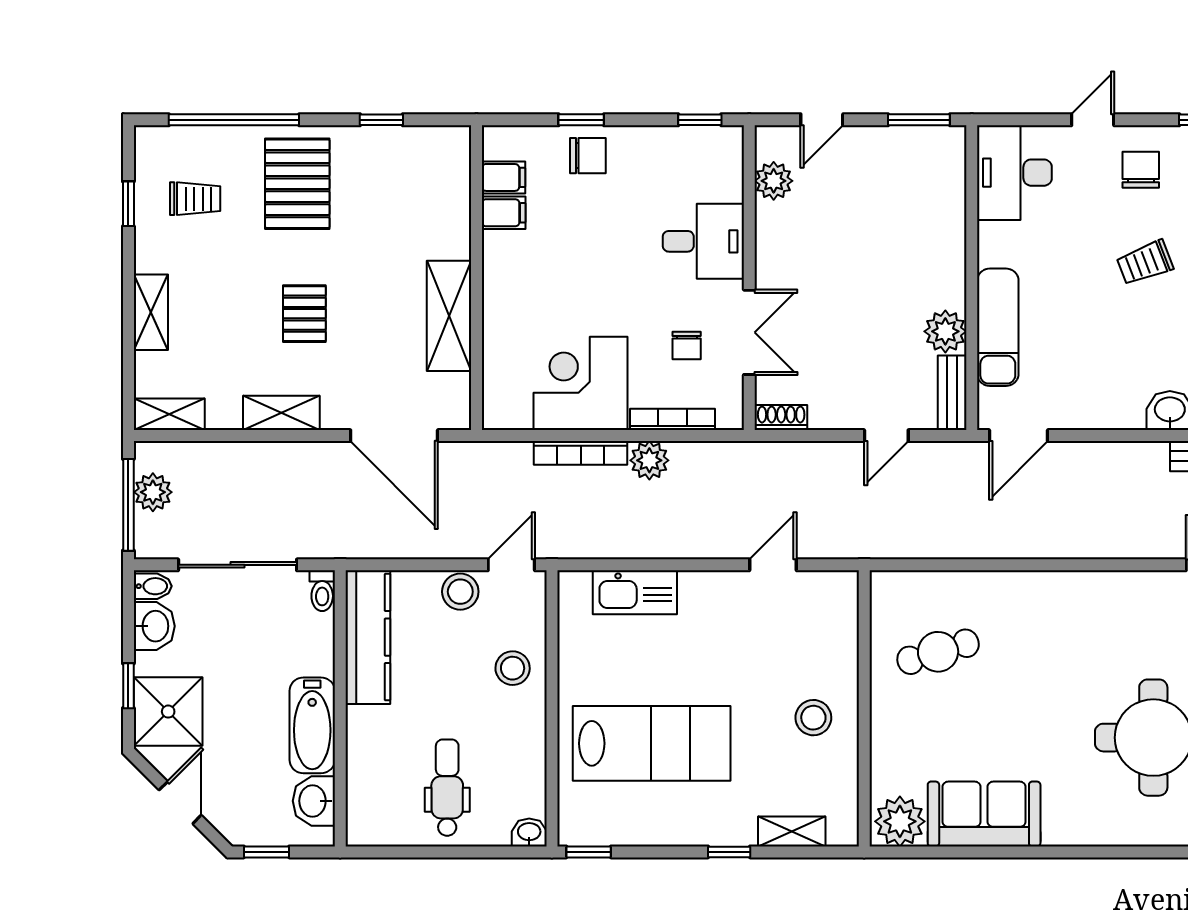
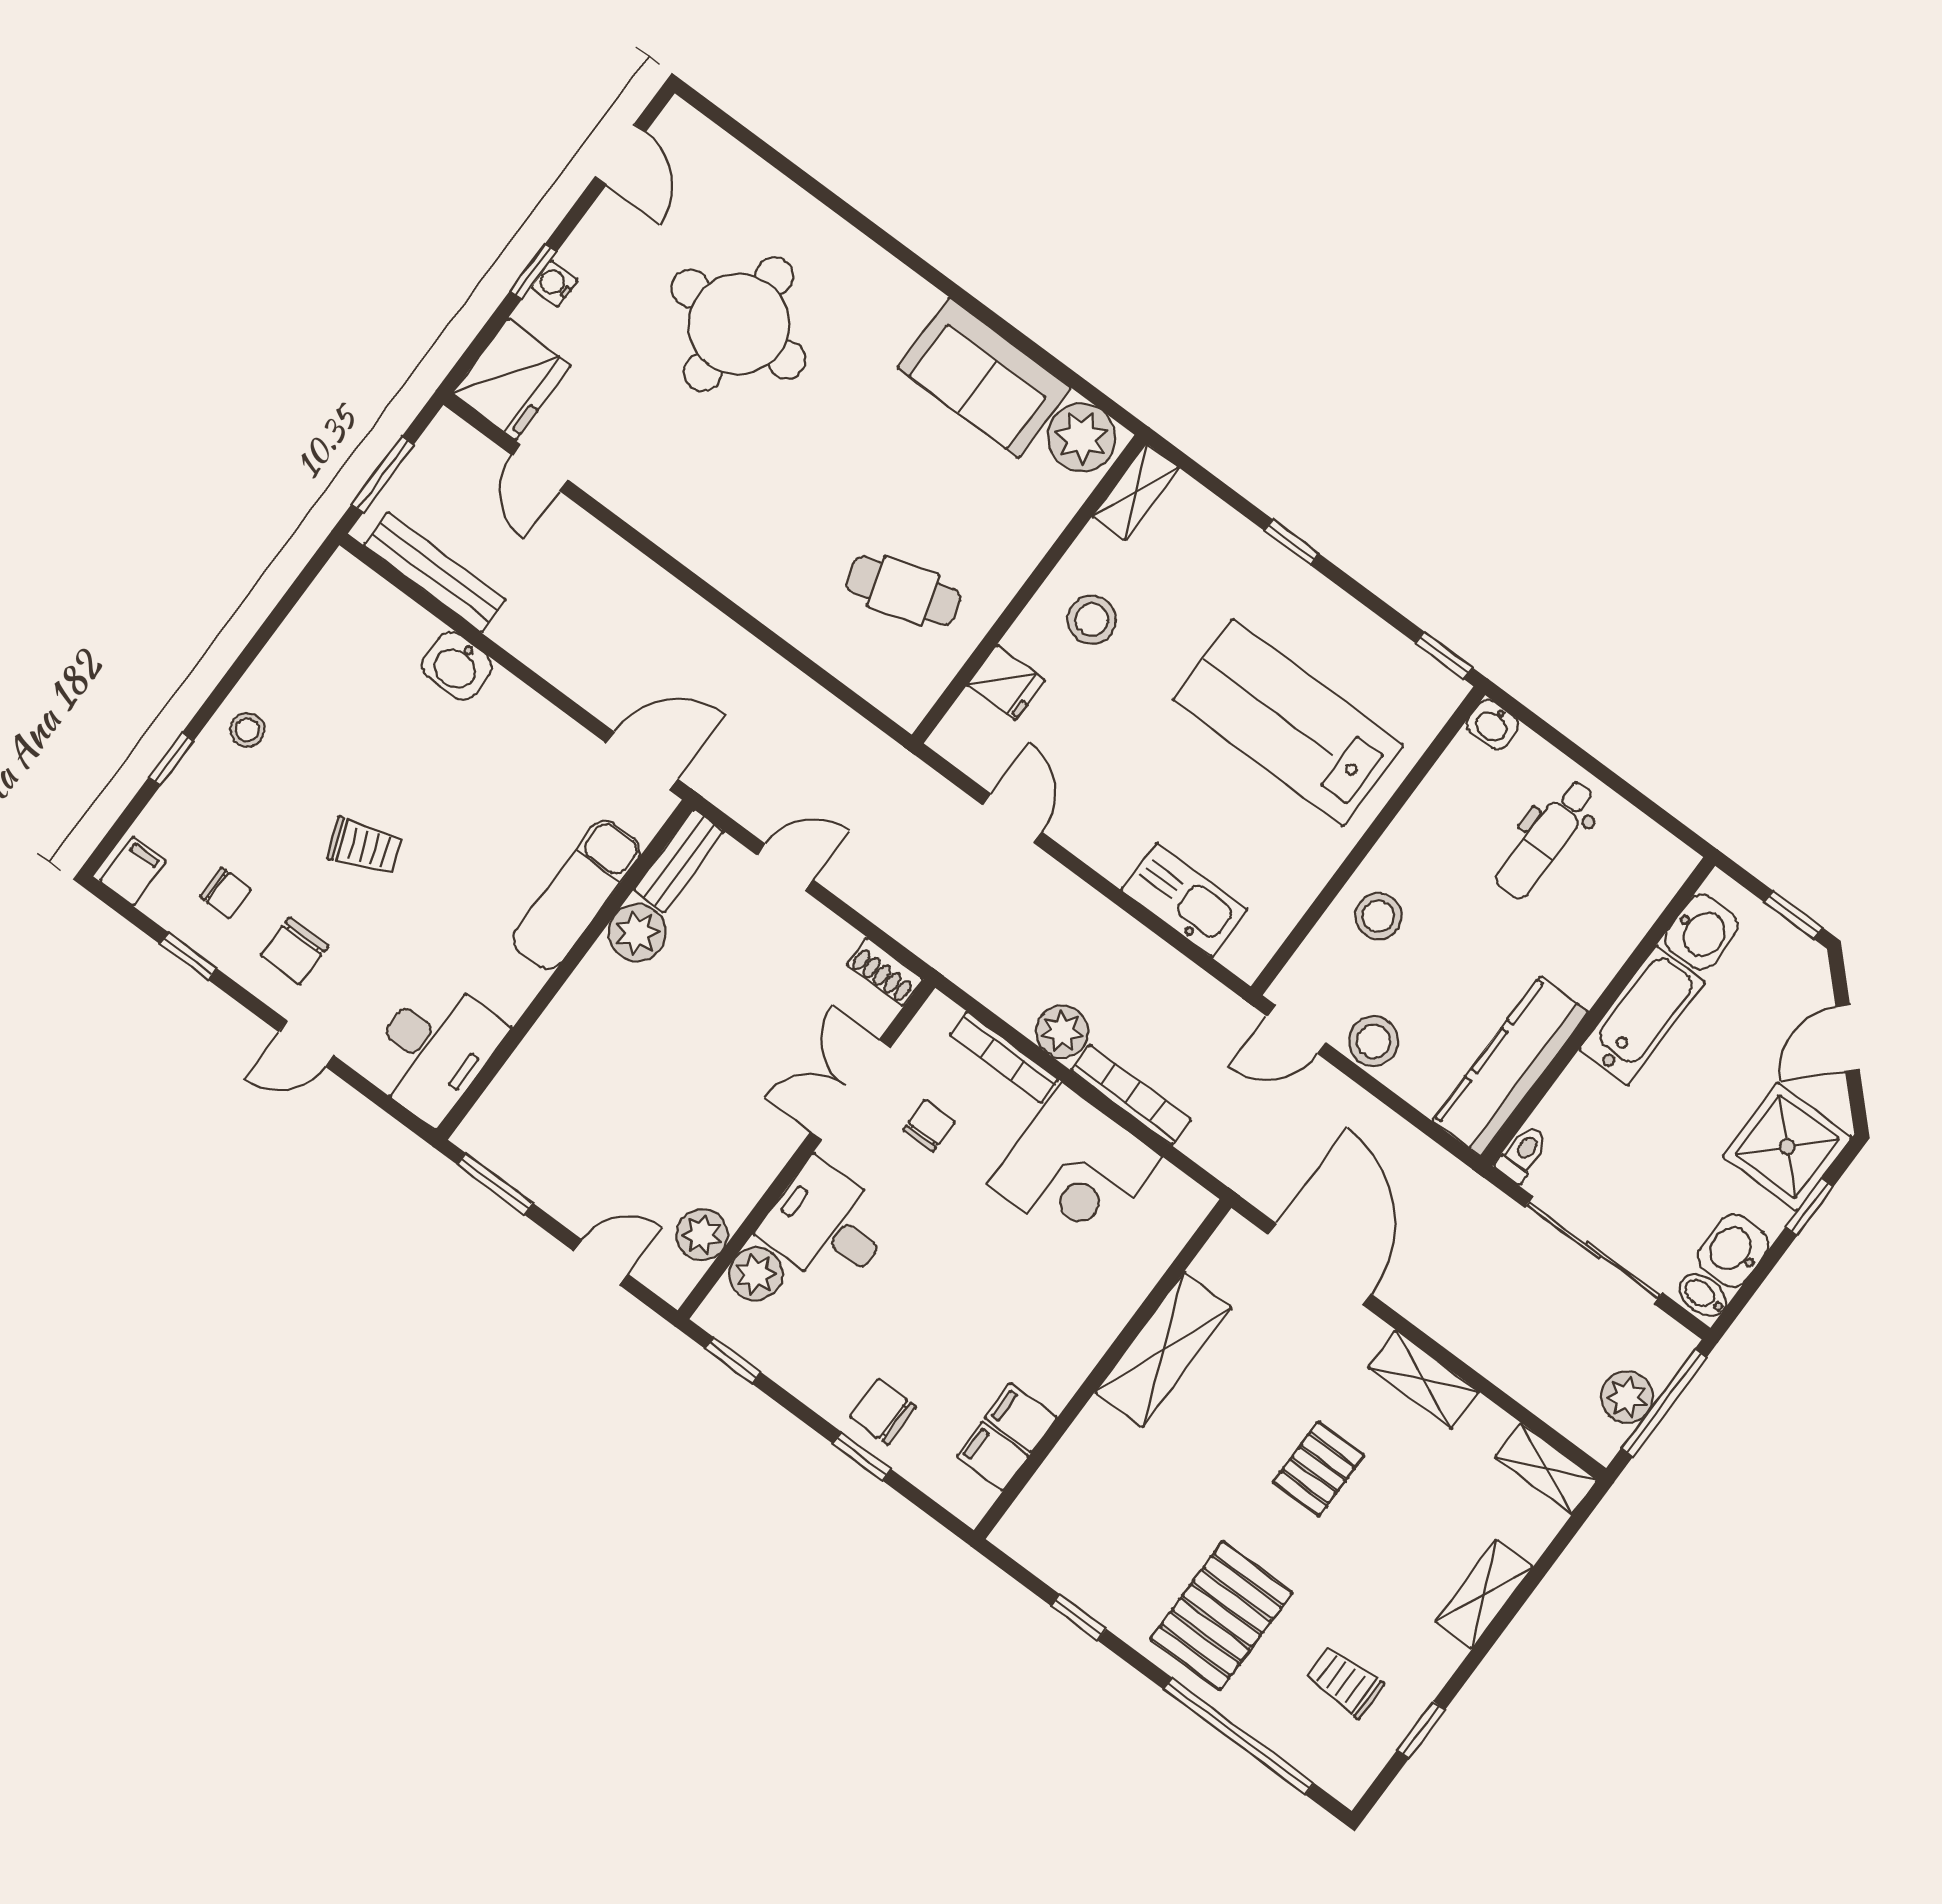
plant: (724, 181) -> (756, 1274), added
door: (773, 565) -> (1012, 818), swing flipped
fridge: (836, 643) -> (1006, 682), added
shelving: (792, 831) -> (1136, 492), moved, turned 90

